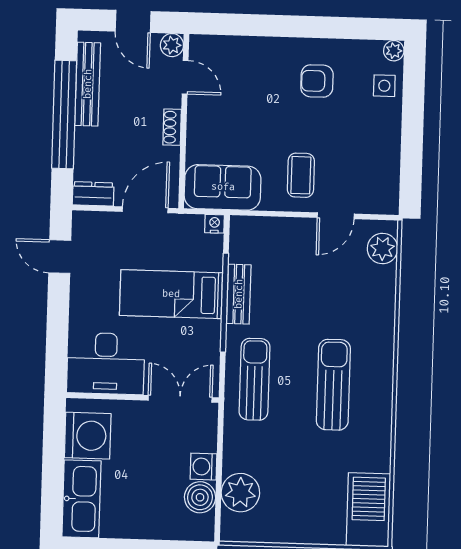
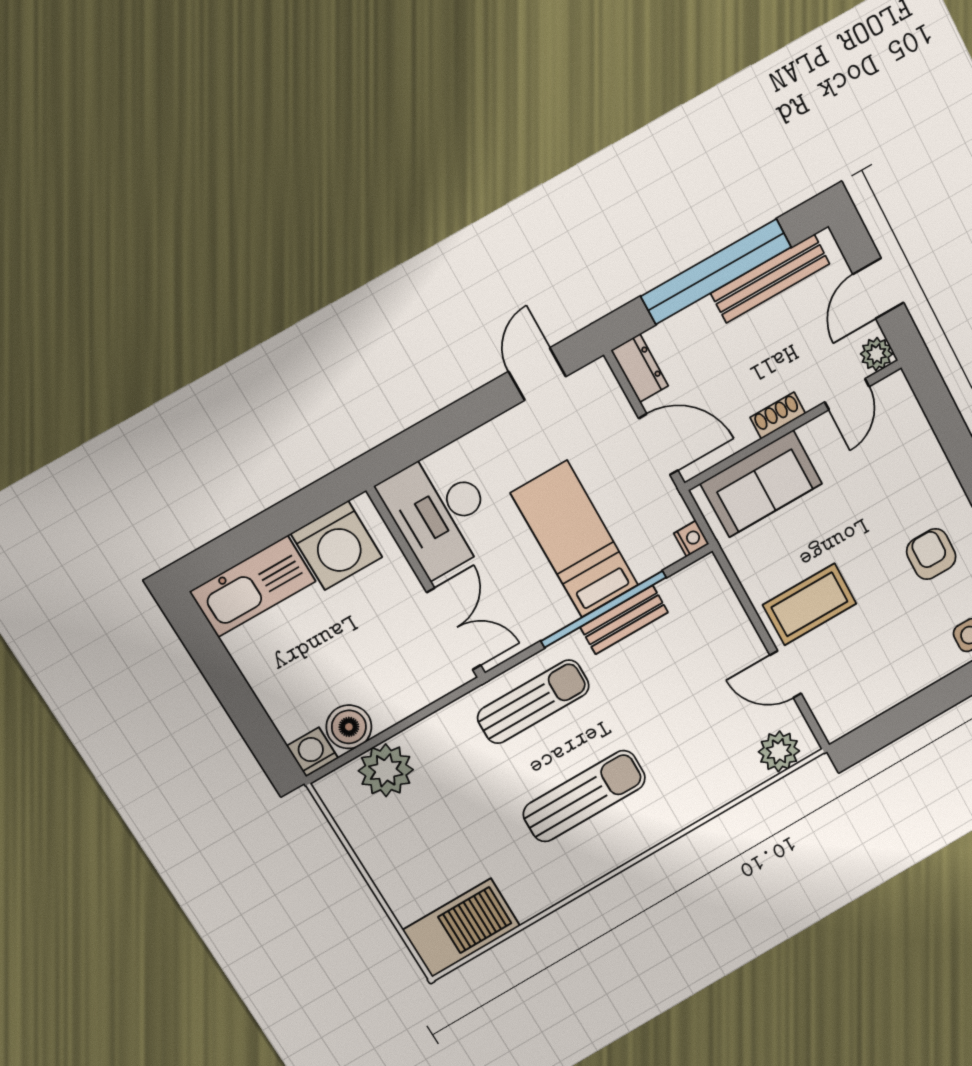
coffee table: (301, 175) -> (810, 604), width x1.36, depth x1.30
sofa: (223, 187) -> (761, 484), moved, turned 90
washing machine: (203, 467) -> (312, 752), moved

